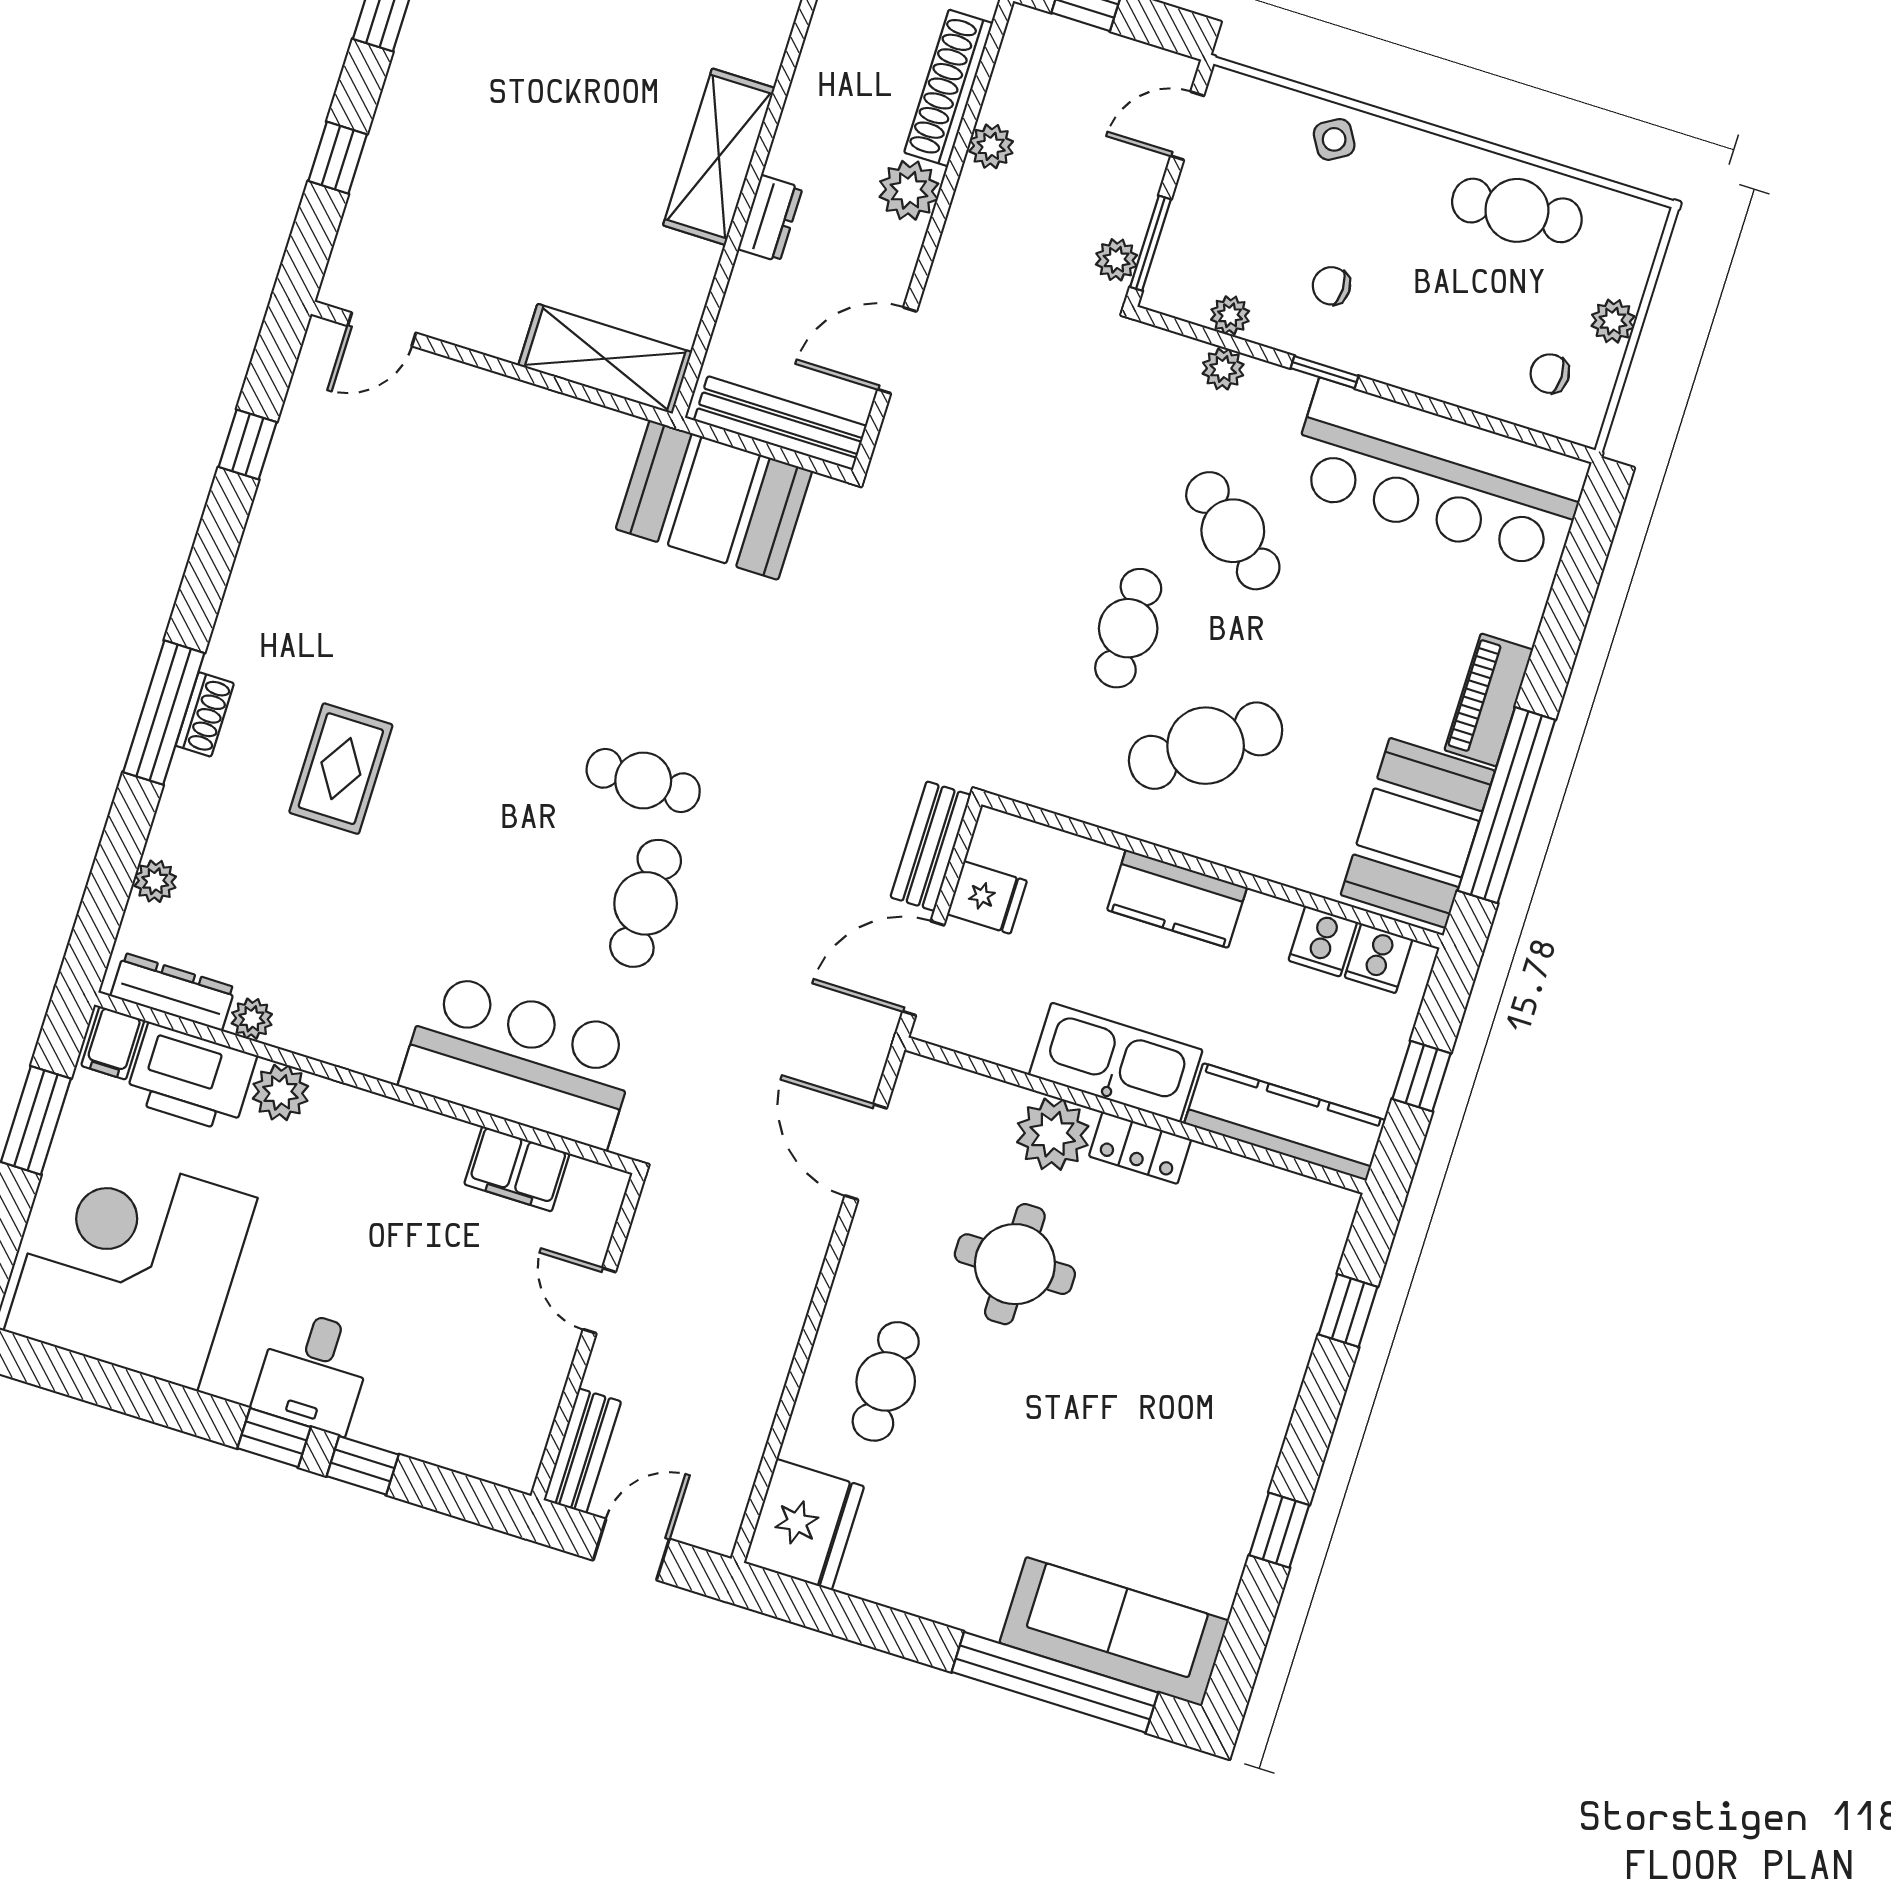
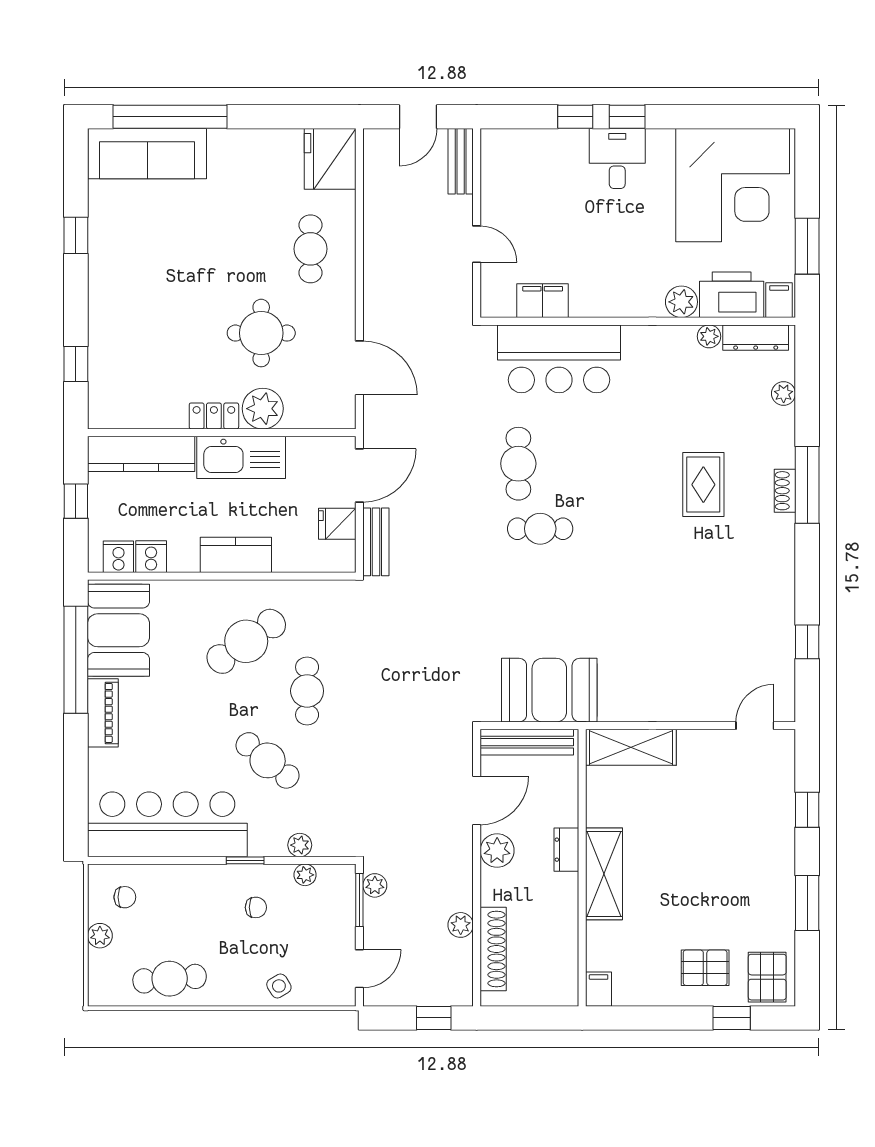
plant: (909, 190) -> (497, 851), moved

